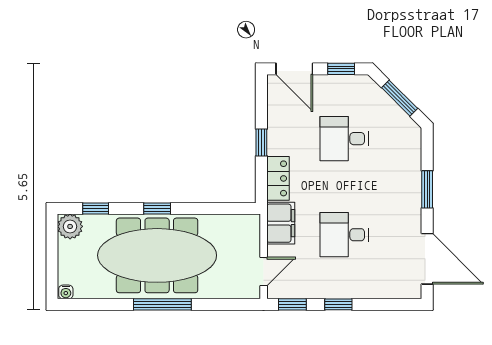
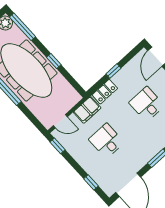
window: (96, 208) -> (23, 27), width x2.17
window: (157, 208) -> (54, 61), moved
window: (338, 304) -> (91, 182), moved

